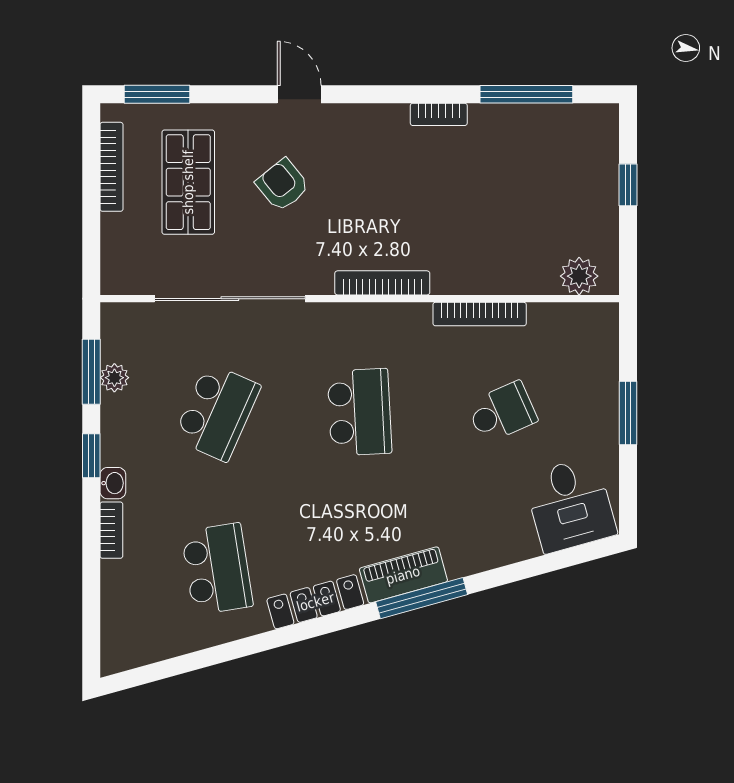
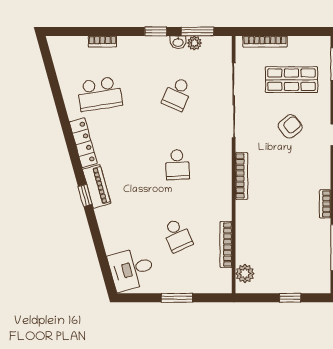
bookcase: (111, 167) -> (265, 42), moved
bookcase: (480, 314) -> (226, 244), moved
school desk: (217, 412) -> (177, 94), width x0.54
school desk: (360, 412) -> (177, 165), width x0.54
washbasin: (113, 483) -> (178, 42), moved
bookcase: (111, 530) -> (102, 41), moved
window: (422, 598) -> (85, 195), width x0.46

